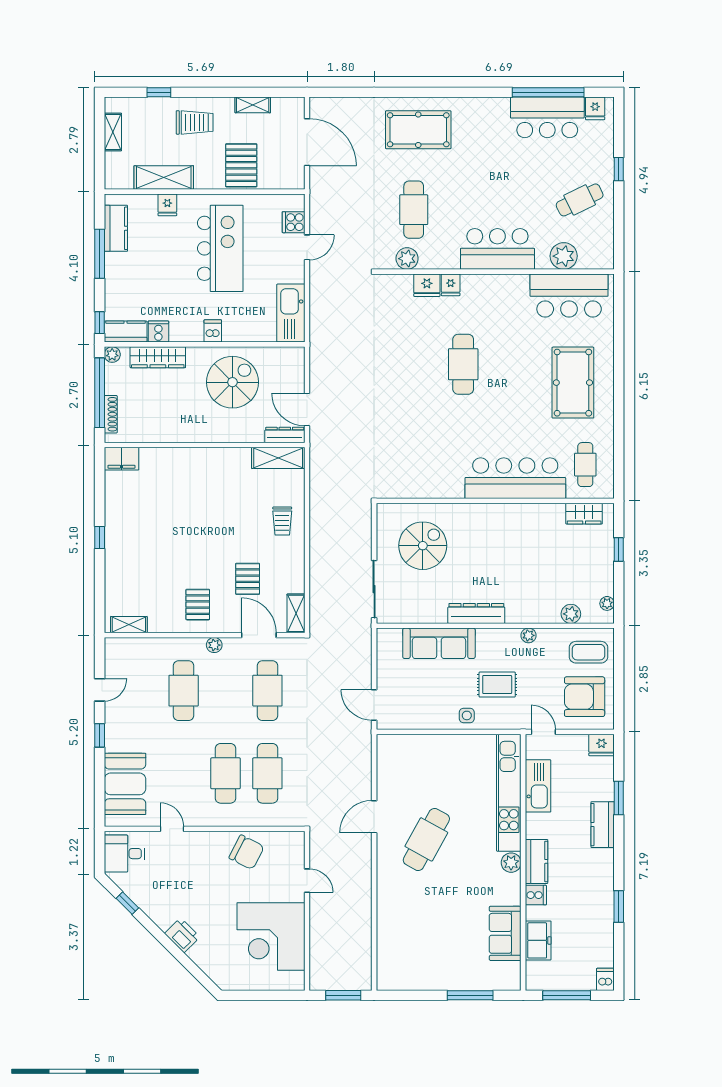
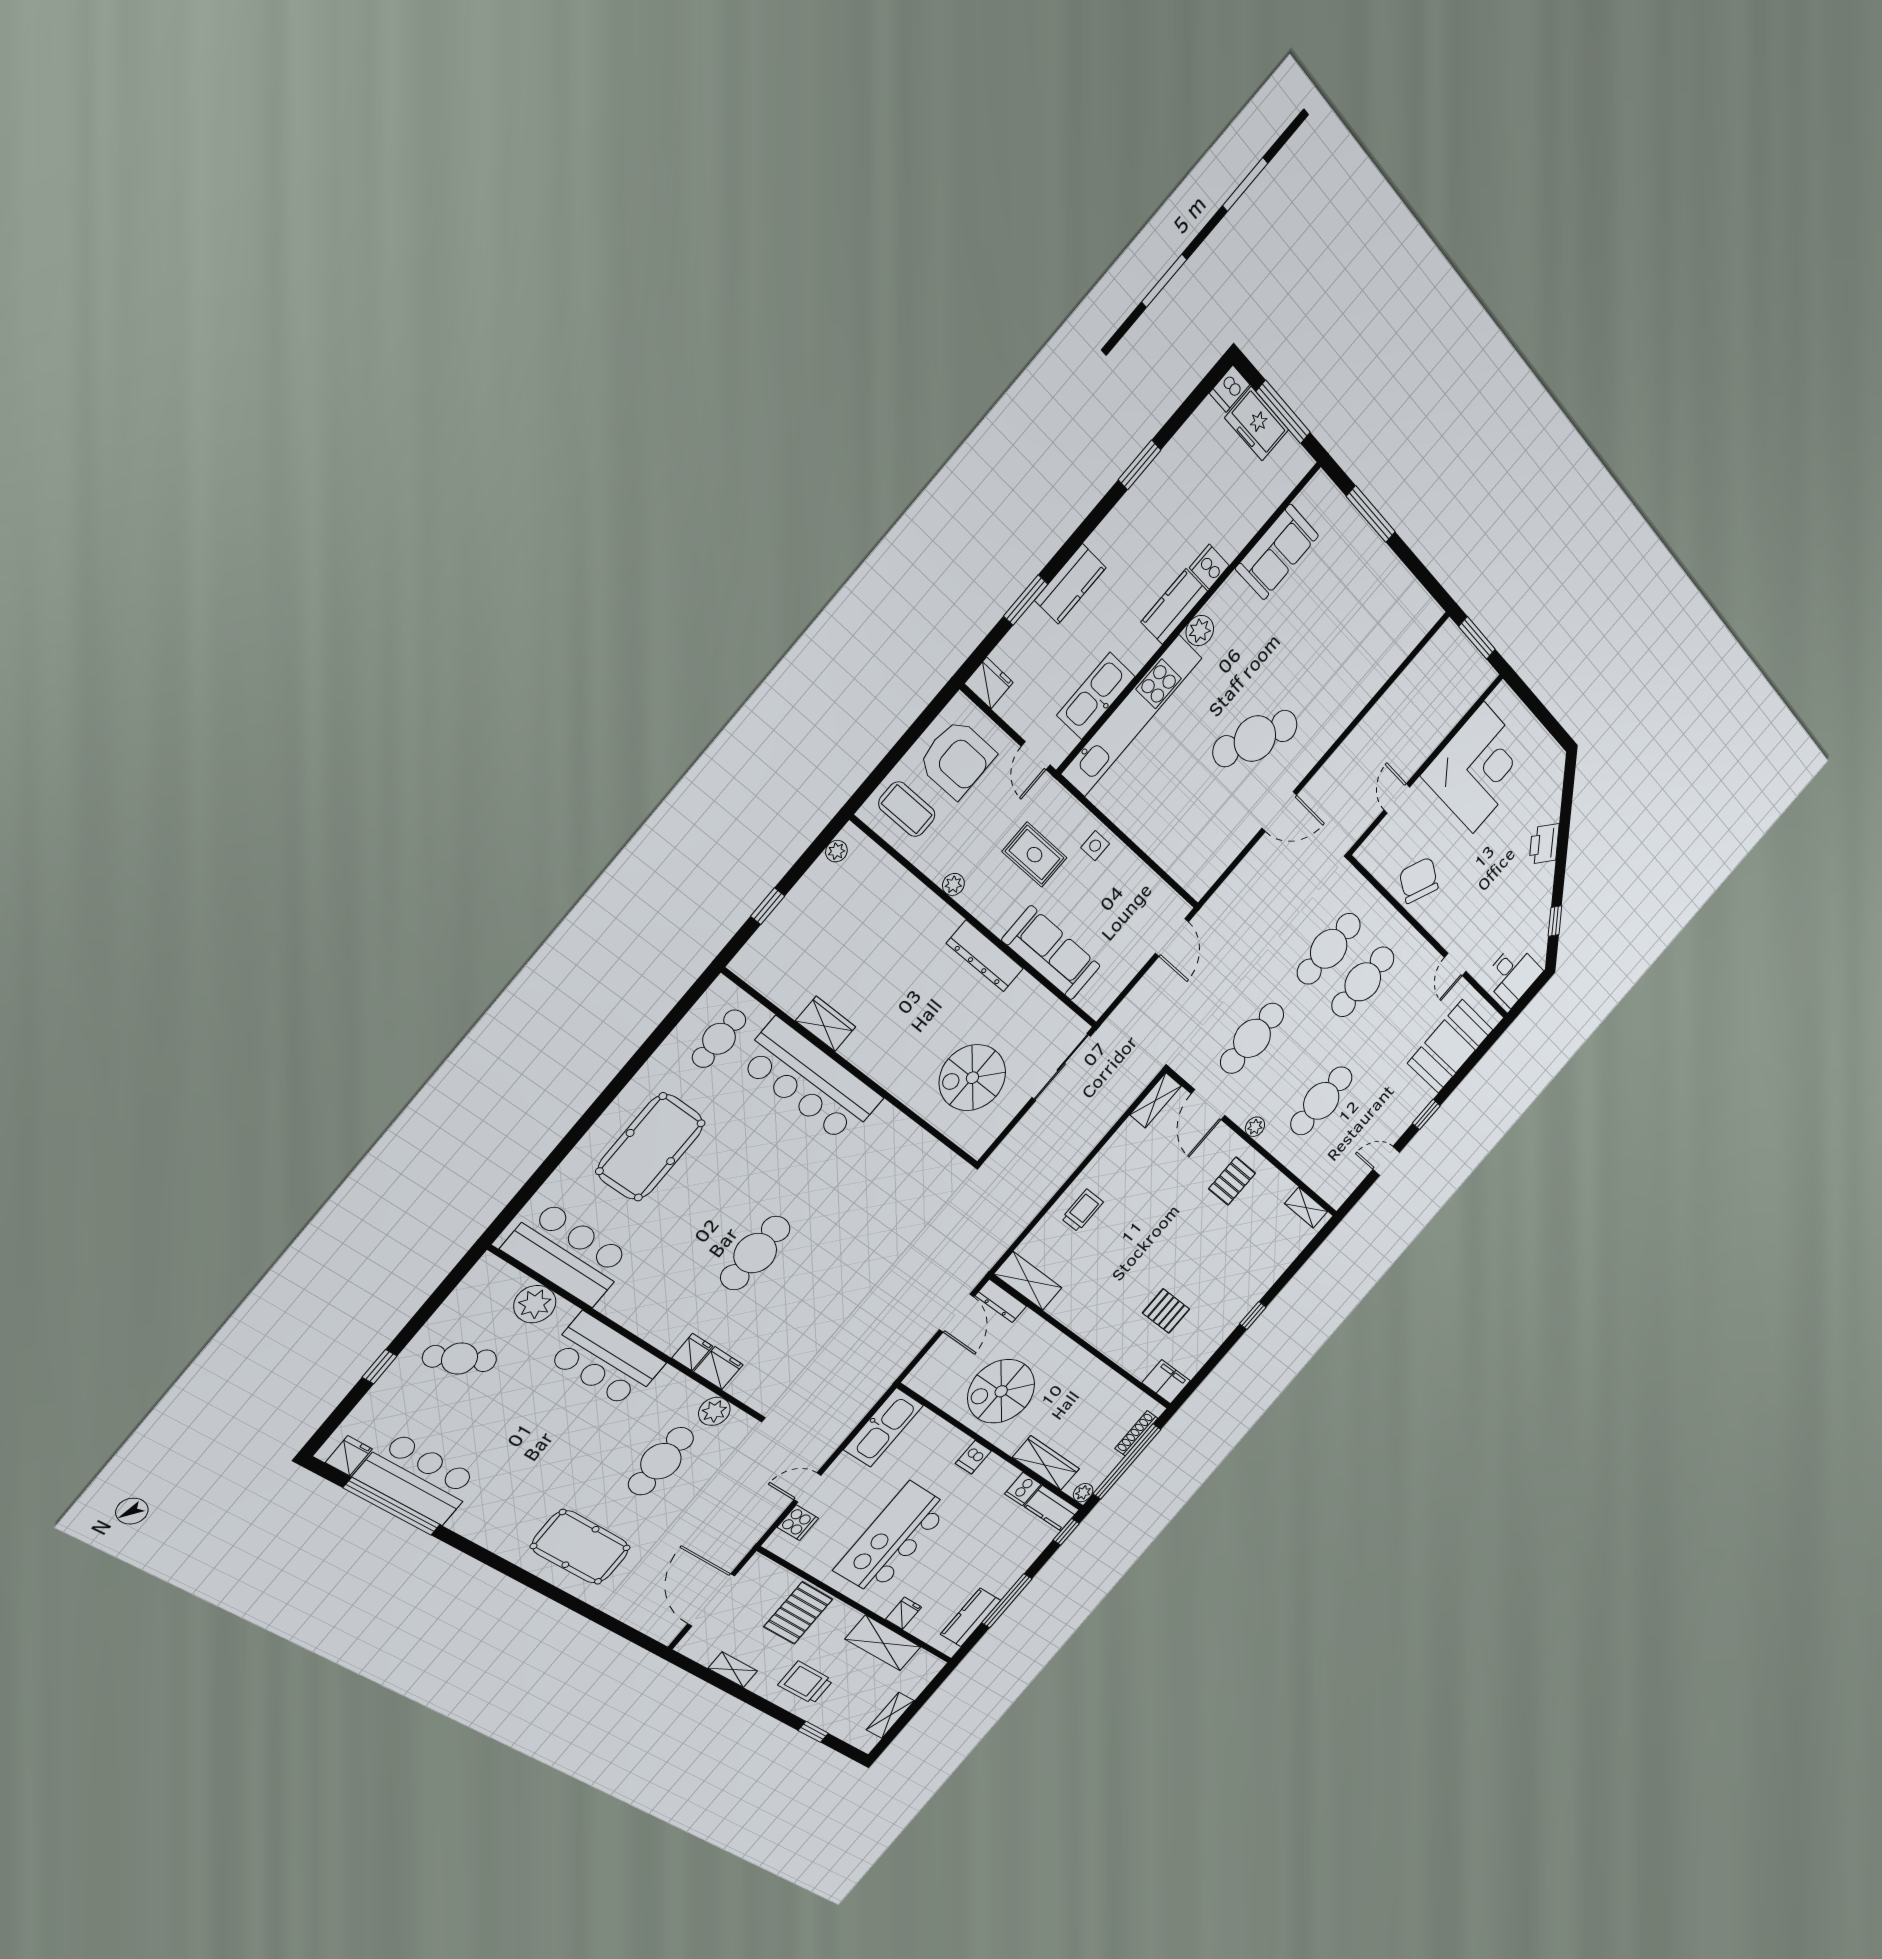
wardrobe: (584, 514) -> (826, 1024), moved
pallet: (248, 579) -> (1166, 1311), moved, turned 90
plant: (571, 614) -> (887, 872), removed
freezer: (538, 940) -> (1257, 424), moved, turned -90

